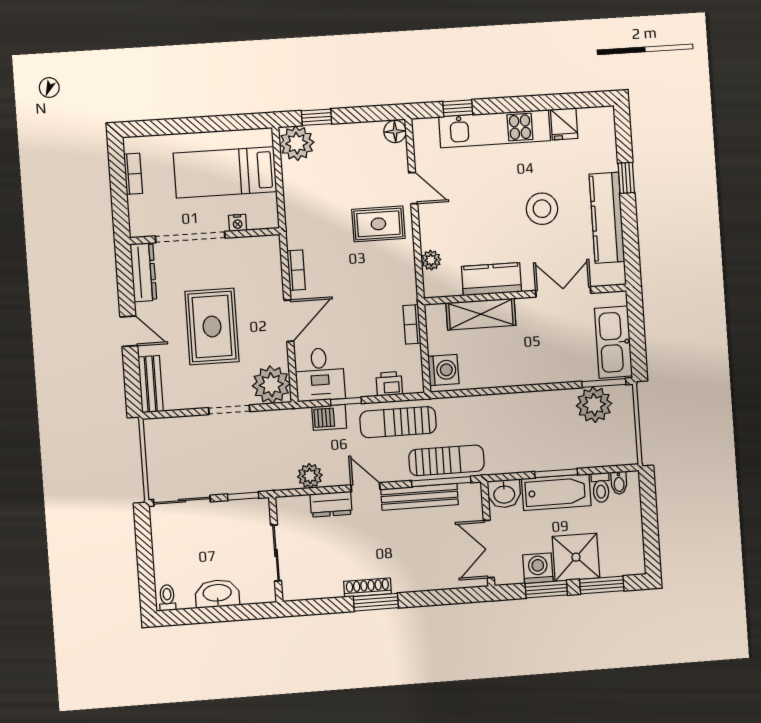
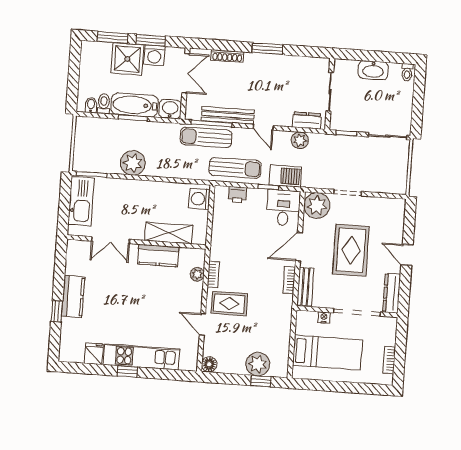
window: (458, 108) -> (127, 372), moved
plant: (297, 143) -> (258, 364), moved
stool: (542, 209) -> (117, 298), removed
kitchen counter: (607, 218) -> (73, 296), width x0.67
bookcase: (412, 324) -> (213, 274), moved
bench: (151, 384) -> (305, 287), moved
plant: (594, 405) -> (133, 163), moved
barbecue: (329, 417) -> (286, 176), width x1.38, depth x1.27
dresser: (331, 504) -> (307, 120), moved
shoe rack: (368, 588) -> (227, 56), moved

